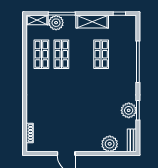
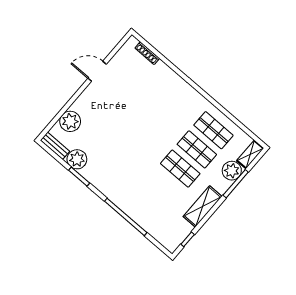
shop shelf: (101, 54) -> (180, 169), moved
plant: (129, 110) -> (77, 159), moved

